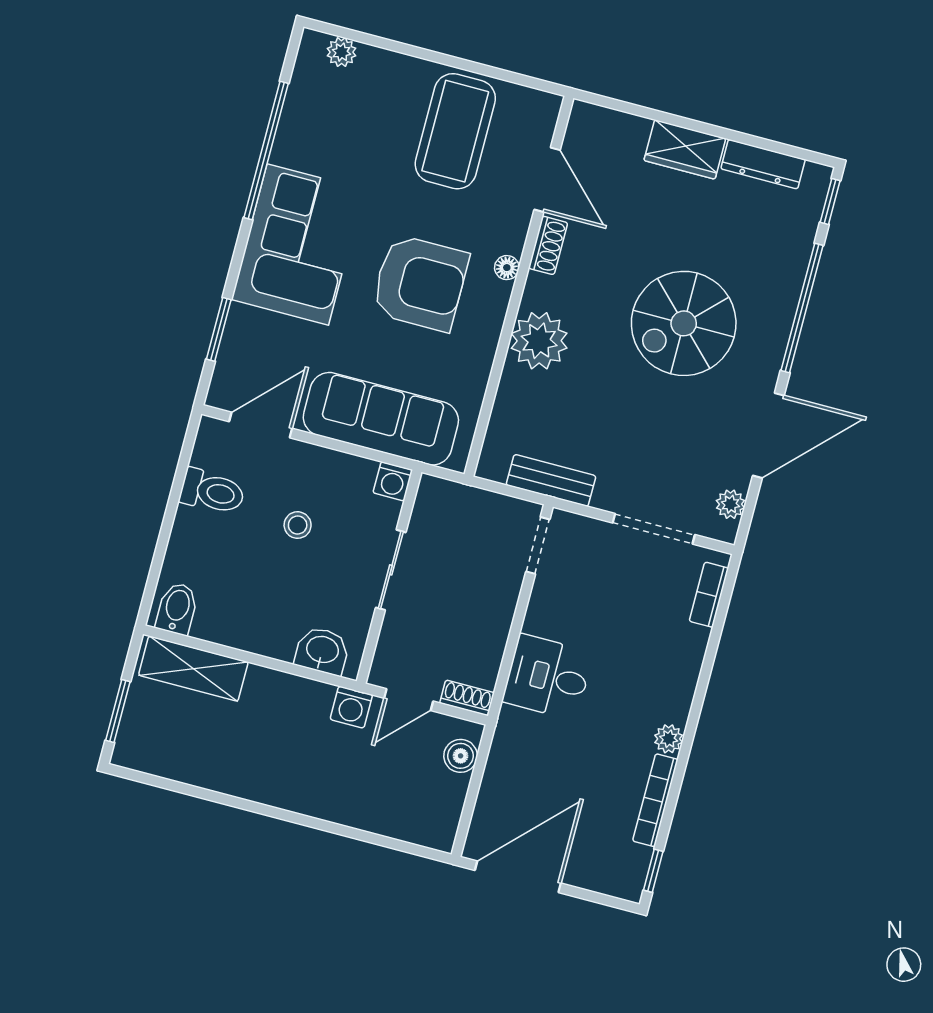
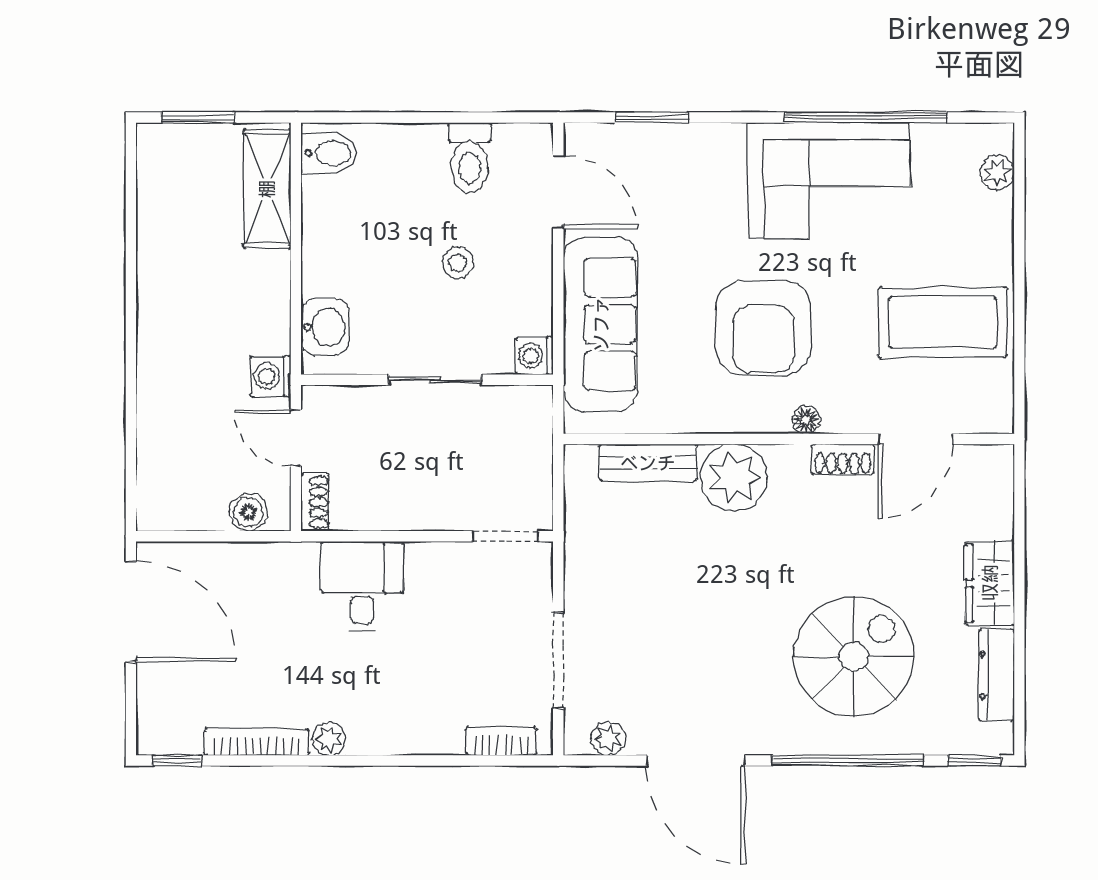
corner sofa: (298, 244) -> (828, 180), moved
spiral stairs: (684, 323) -> (854, 657), moved, turned 90
bench: (551, 480) -> (648, 463), moved, turned 90

